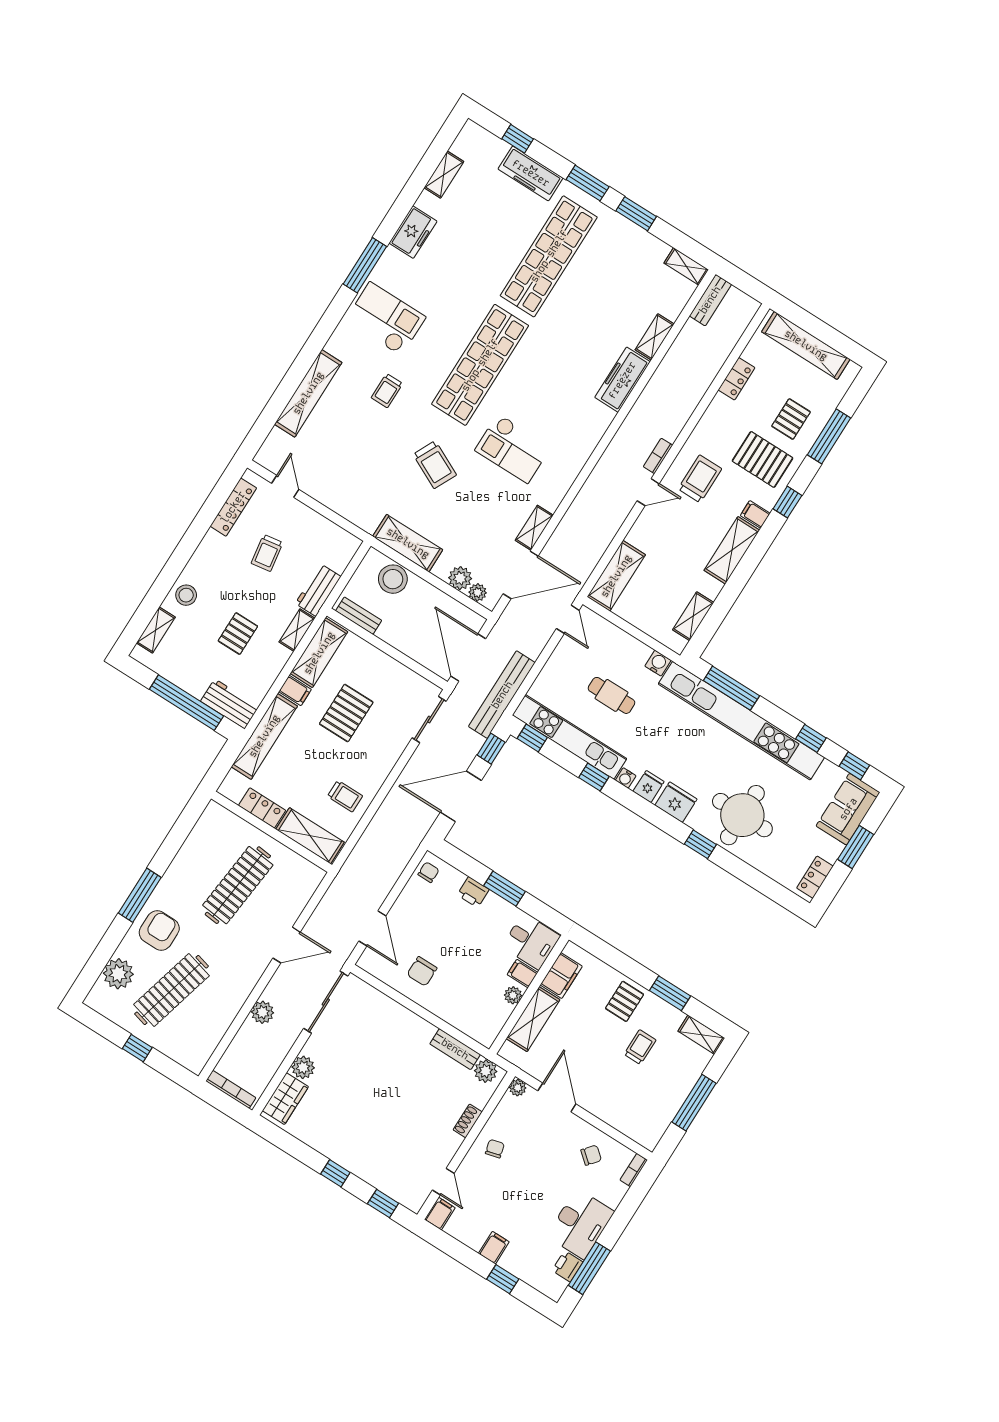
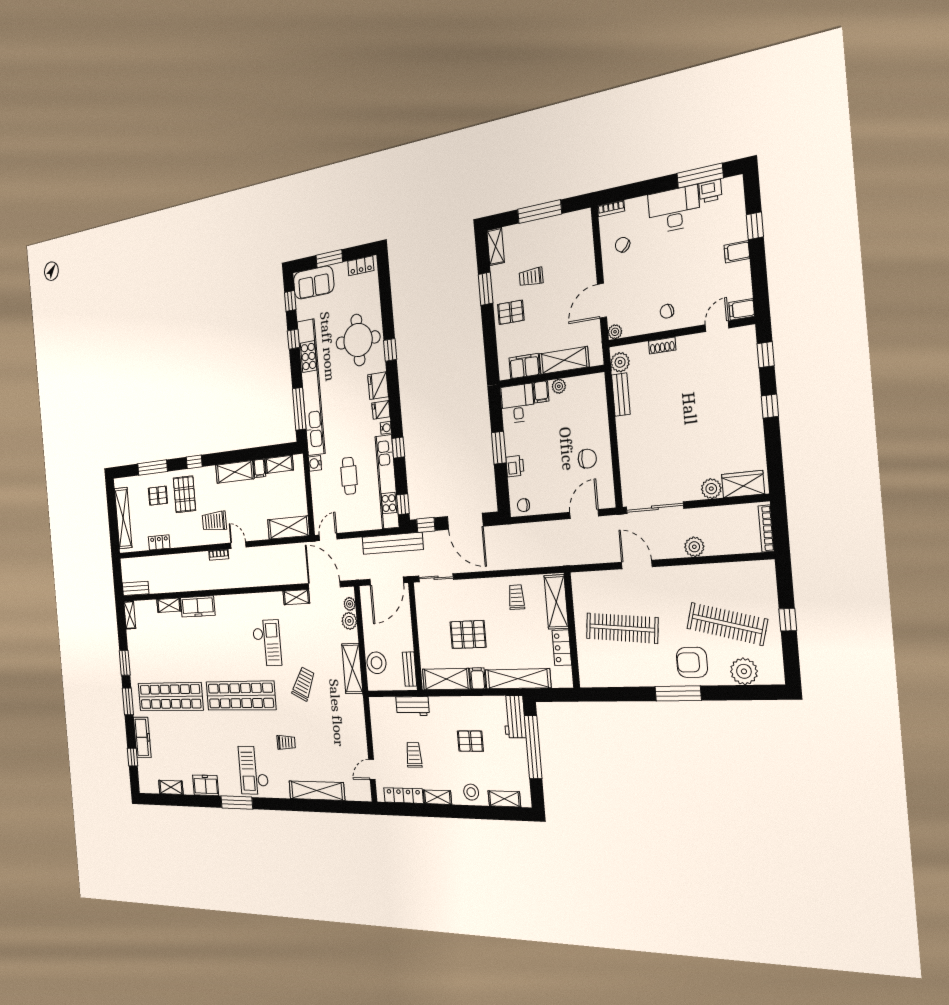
filing cabinet: (755, 514) -> (259, 468), moved
trolley: (267, 553) -> (414, 755), turned -81
shelving: (297, 630) -> (437, 797), moved

